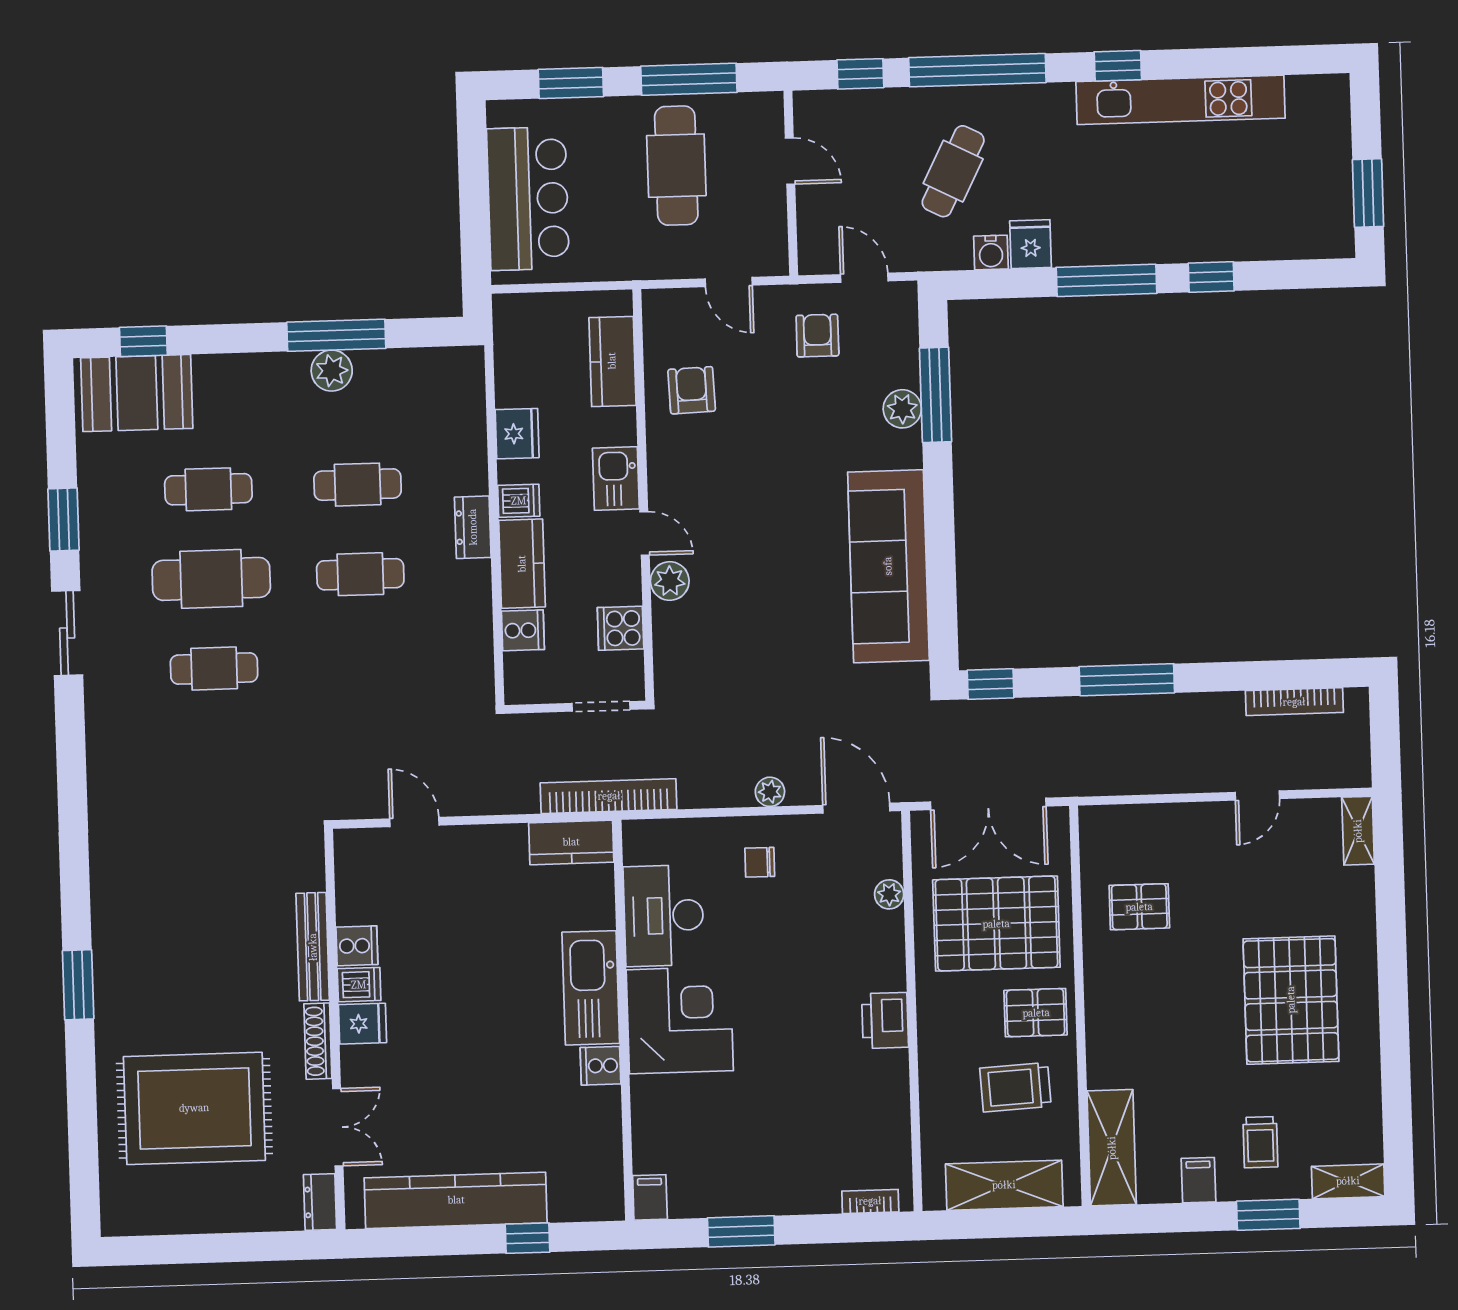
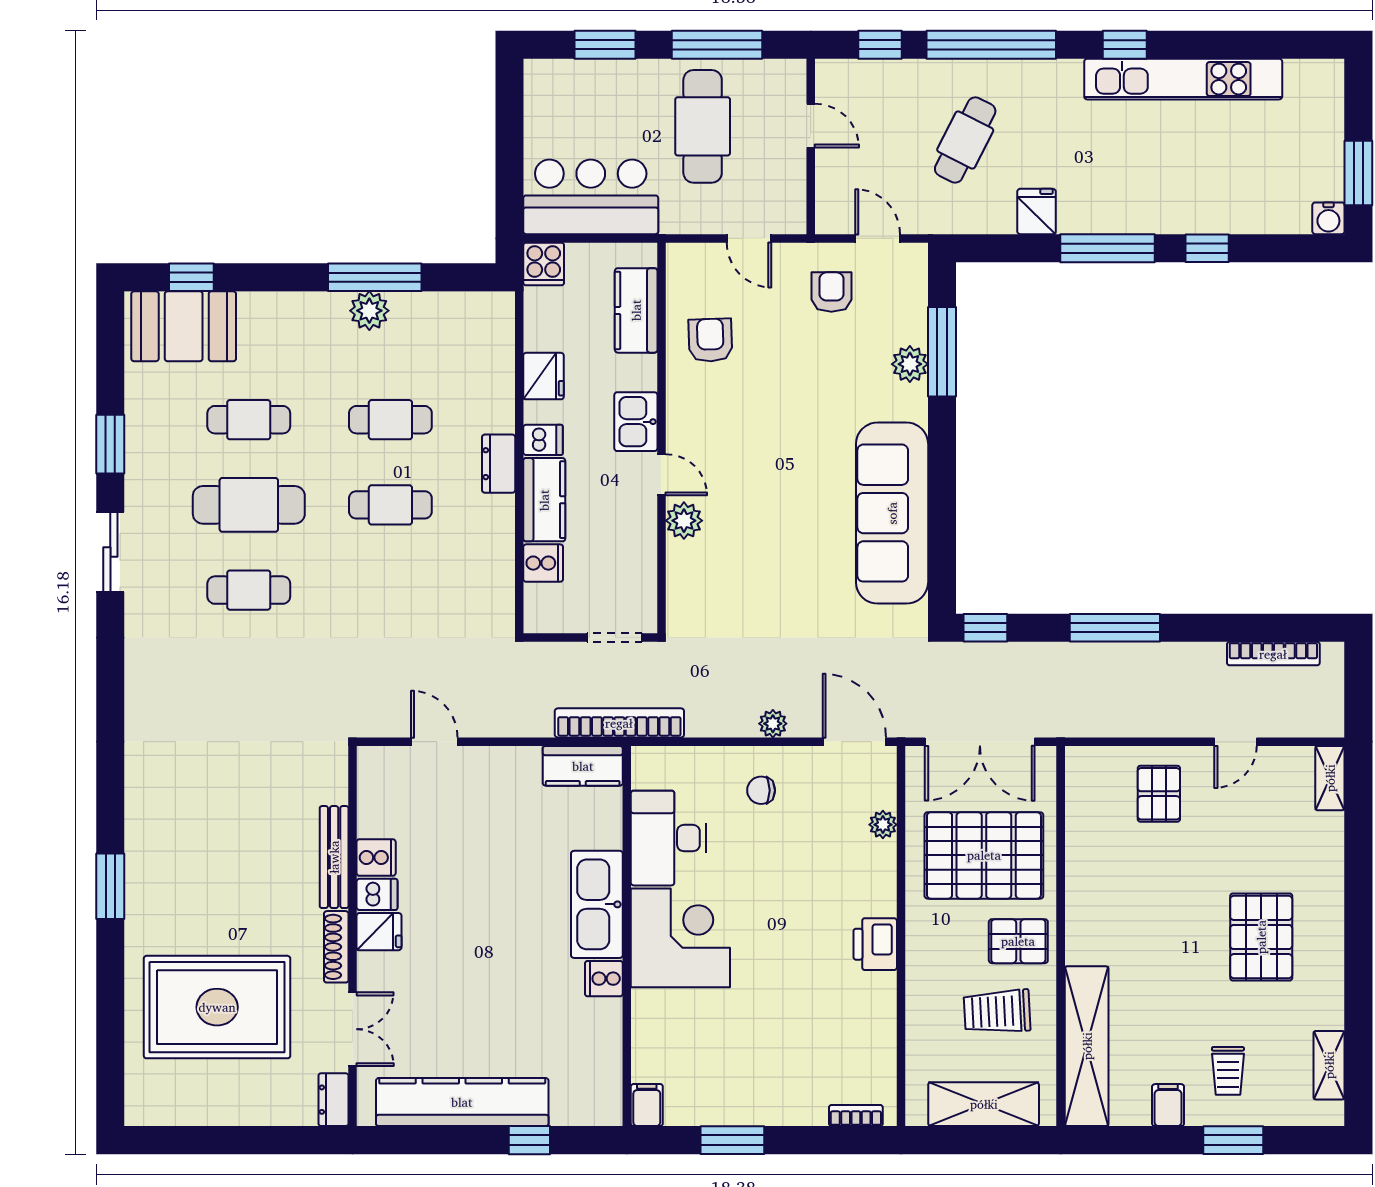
bar counter: (528, 199) -> (591, 197), moved, turned -90
water cooler: (991, 252) -> (1328, 218), moved
cooker: (621, 628) -> (544, 264), moved, turned -90
pallet: (1139, 907) -> (1159, 794), moved, turned 90
pallet: (1291, 1000) -> (1261, 937), width x0.73, depth x0.71
shelving: (1112, 1148) -> (1087, 1046), width x1.47
shelving: (1348, 1181) -> (1329, 1065), moved, turned 90

